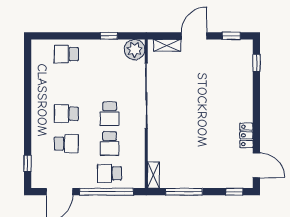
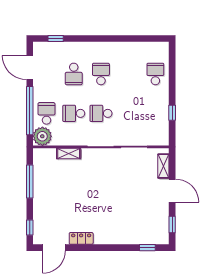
plant: (135, 50) -> (42, 136), moved
shelving: (154, 175) -> (69, 154), moved

